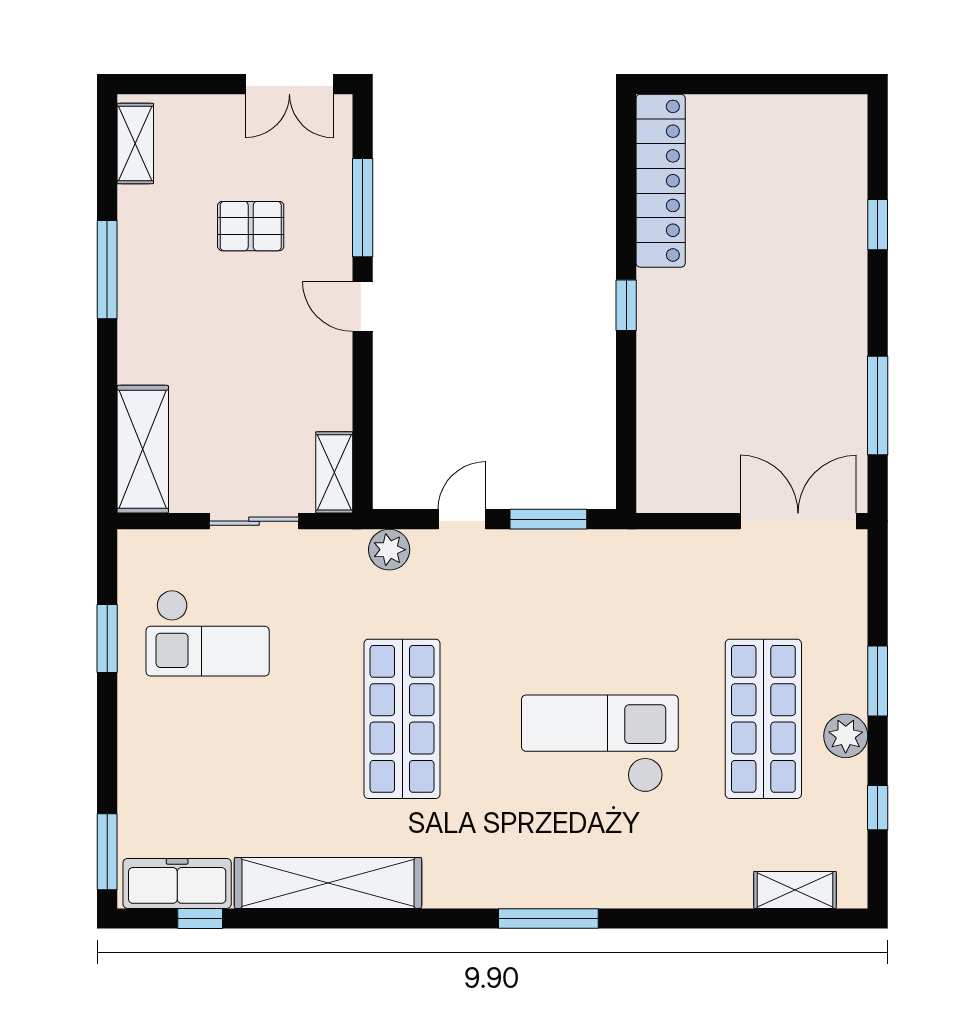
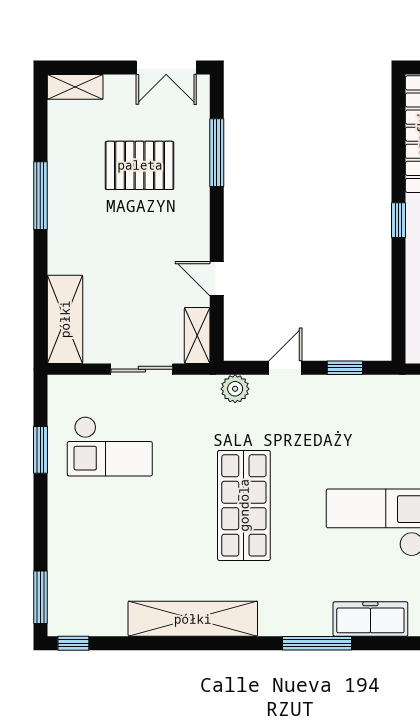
shelving: (135, 143) -> (75, 87), moved, turned 90
pallet: (251, 226) -> (140, 165), width x1.50, depth x1.42
door: (363, 306) -> (217, 279), moved
window: (548, 519) -> (345, 368), width x0.67
freezer: (177, 883) -> (370, 619), moved
window: (200, 918) -> (73, 643), moved
window: (548, 918) -> (317, 643), moved

